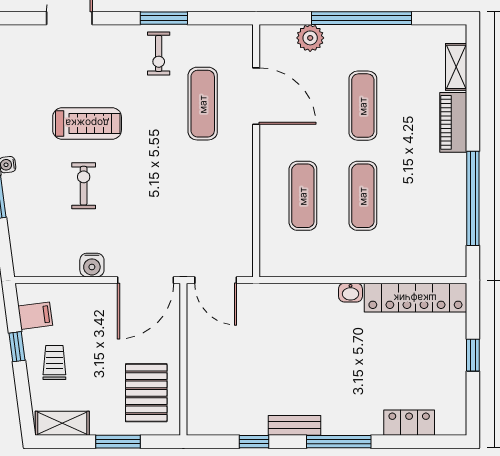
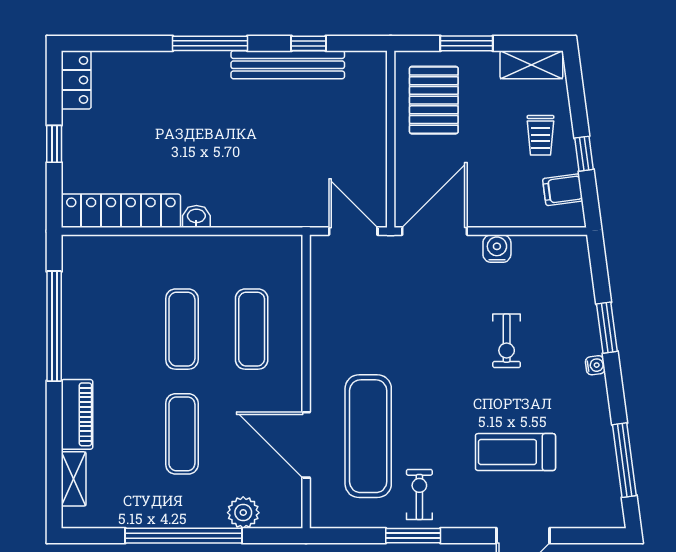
exercise mat: (203, 104) -> (368, 436), width x1.36, depth x1.45
treadmill: (87, 123) -> (515, 452), moved
locker: (409, 423) -> (76, 80), moved, turned -90
bench: (294, 425) -> (288, 65), width x1.86, depth x1.21

